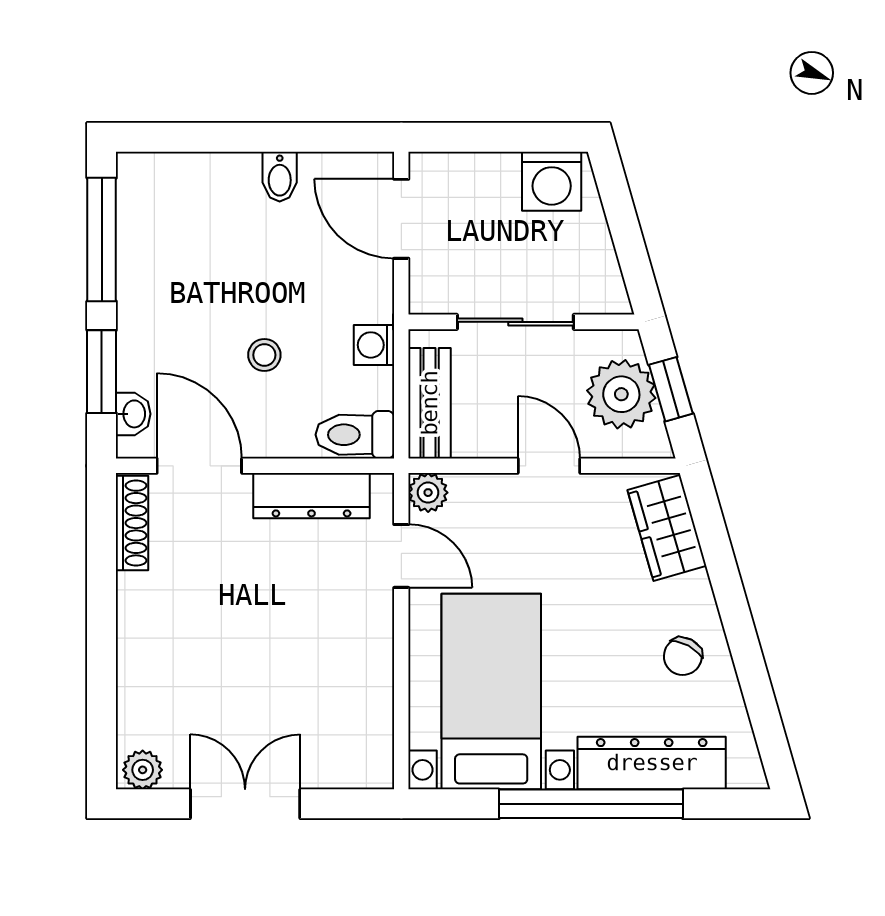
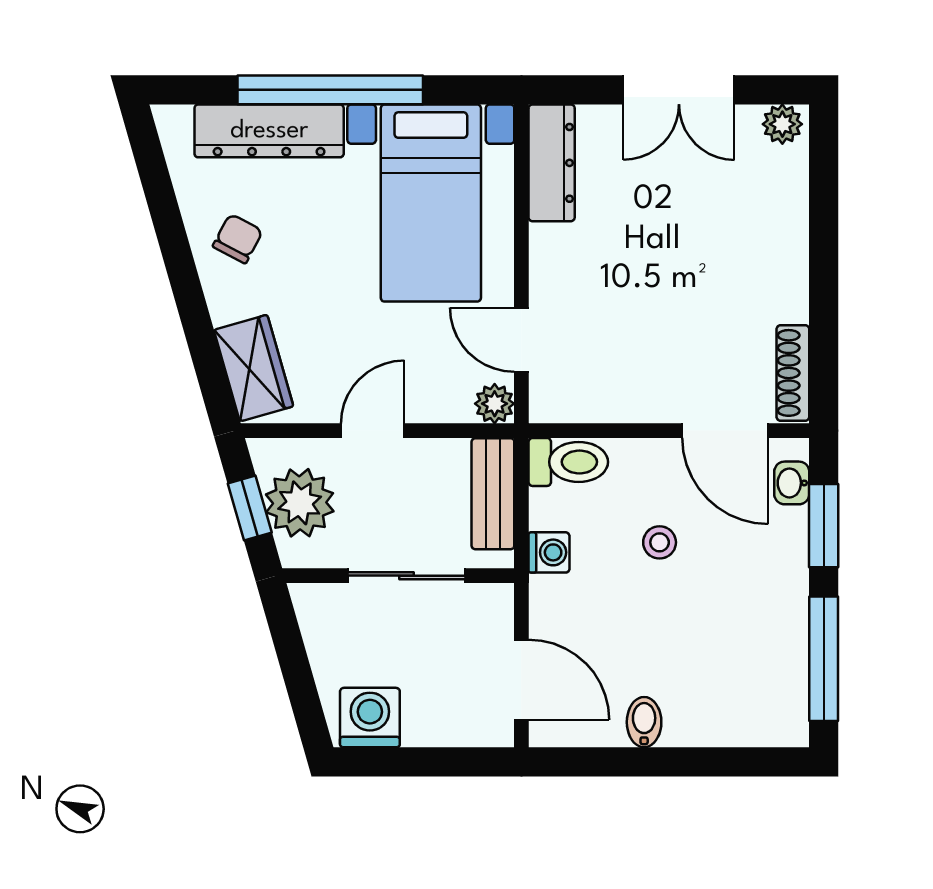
door: (549, 466) -> (373, 431), swing flipped
dresser: (312, 496) -> (552, 163), moved, turned 90

